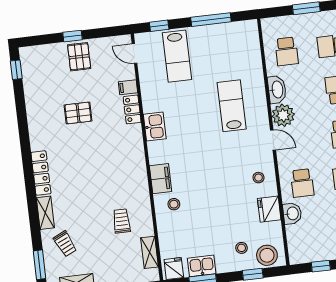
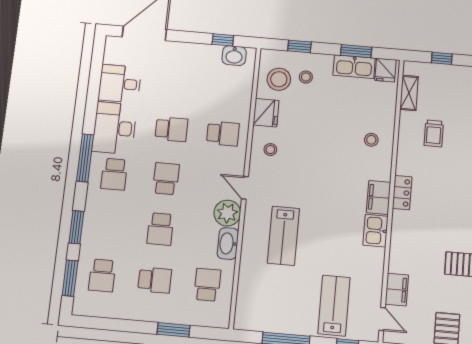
filing cabinet: (128, 87) -> (397, 290), width x2.00
locker: (132, 109) -> (402, 193), moved
filing cabinet: (161, 179) -> (379, 197), moved
school desk: (302, 183) -> (223, 134), turned 90
washbasin: (292, 213) -> (234, 56), moved, turned -90
stool: (267, 255) -> (279, 79), moved
kitchen sink: (202, 266) -> (354, 67), width x1.38

